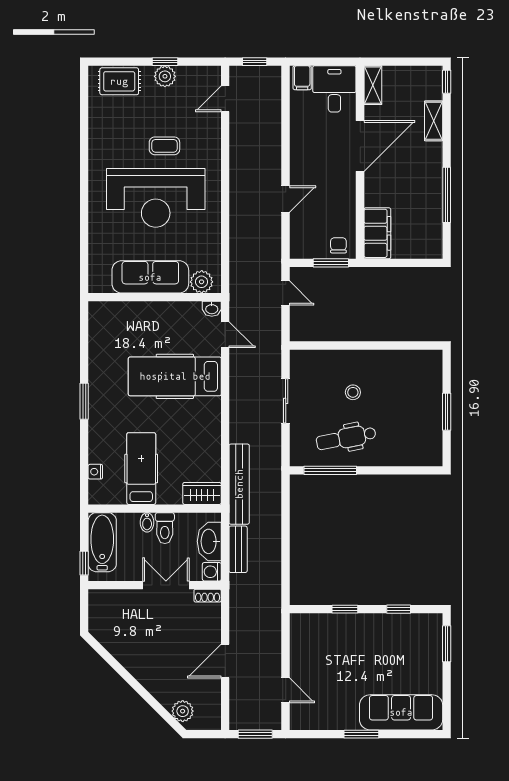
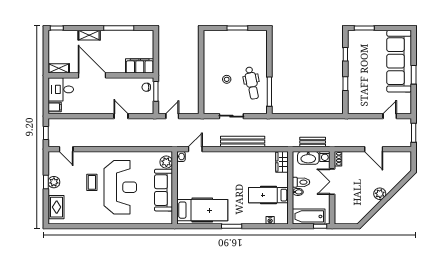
shelving: (434, 121) -> (89, 35), moved
hospital bed: (175, 376) -> (202, 210), moved, turned -90
bench: (239, 484) -> (243, 142), moved
plant: (183, 711) -> (380, 194), moved
sofa: (401, 712) -> (399, 61), width x1.36, depth x1.27

